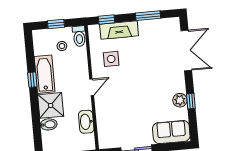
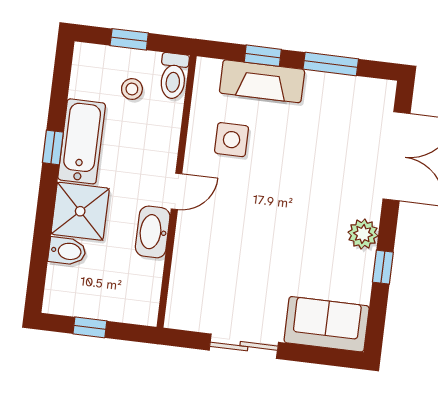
window: (106, 19) -> (263, 56), moved
plant: (180, 100) -> (363, 234), moved
washbasin: (86, 122) -> (153, 232), moved

